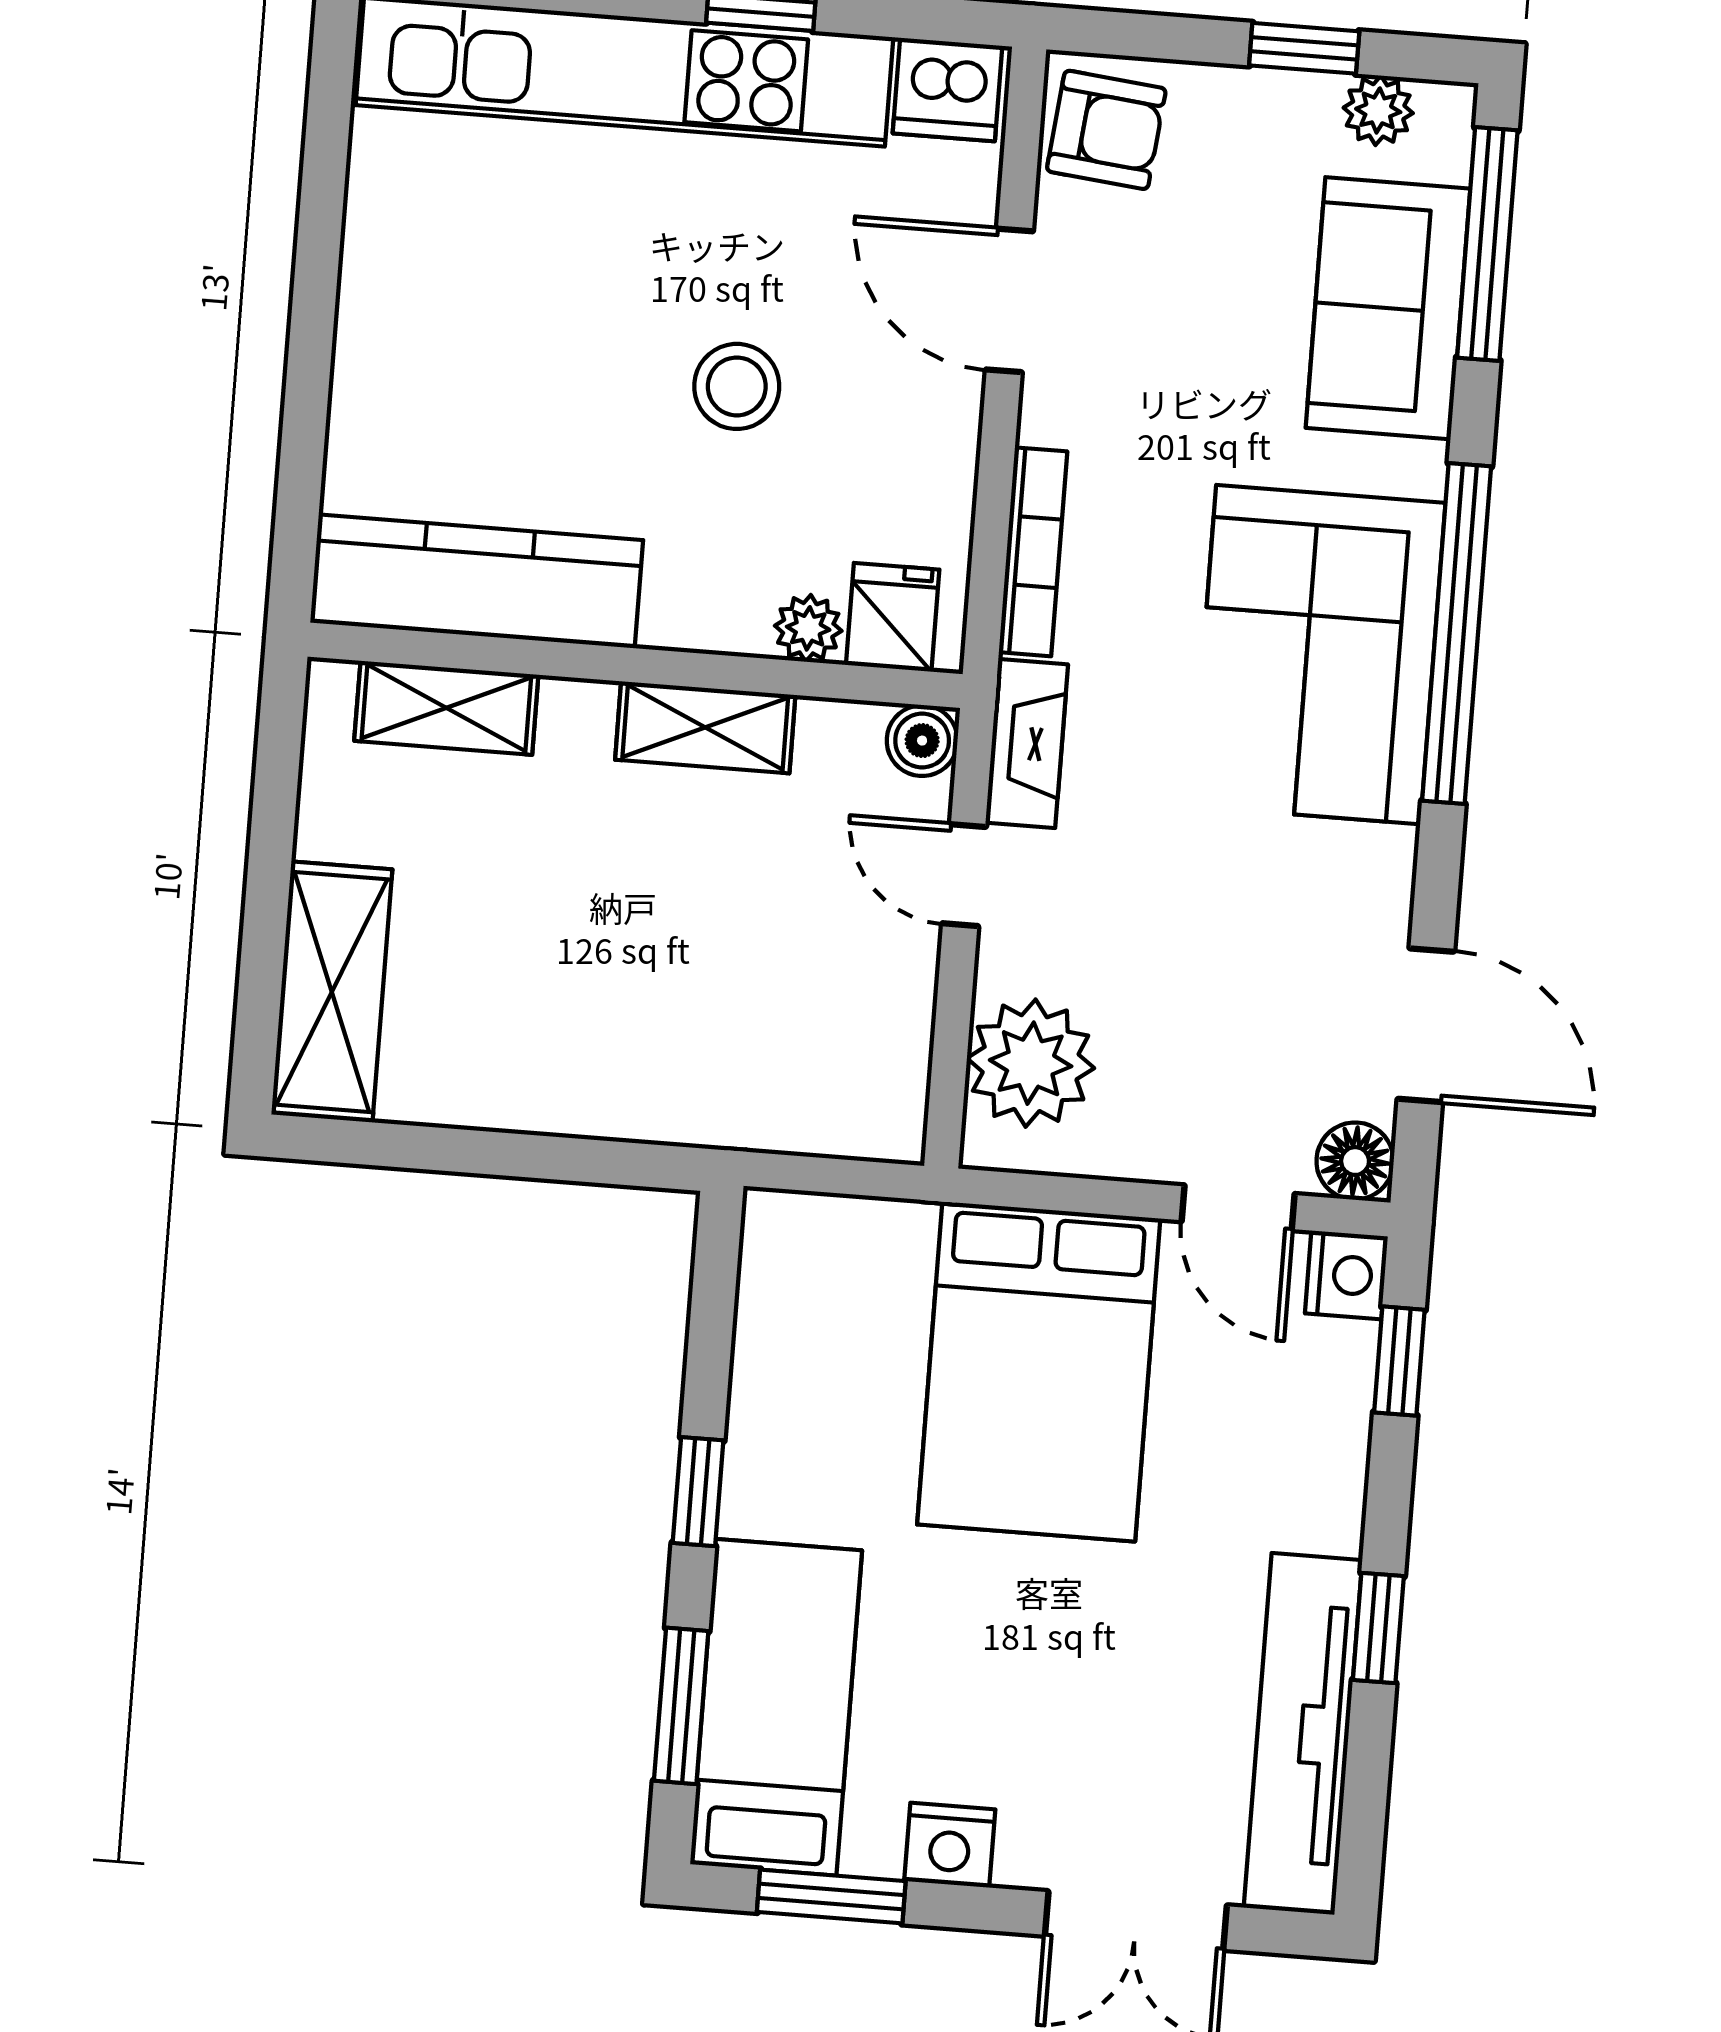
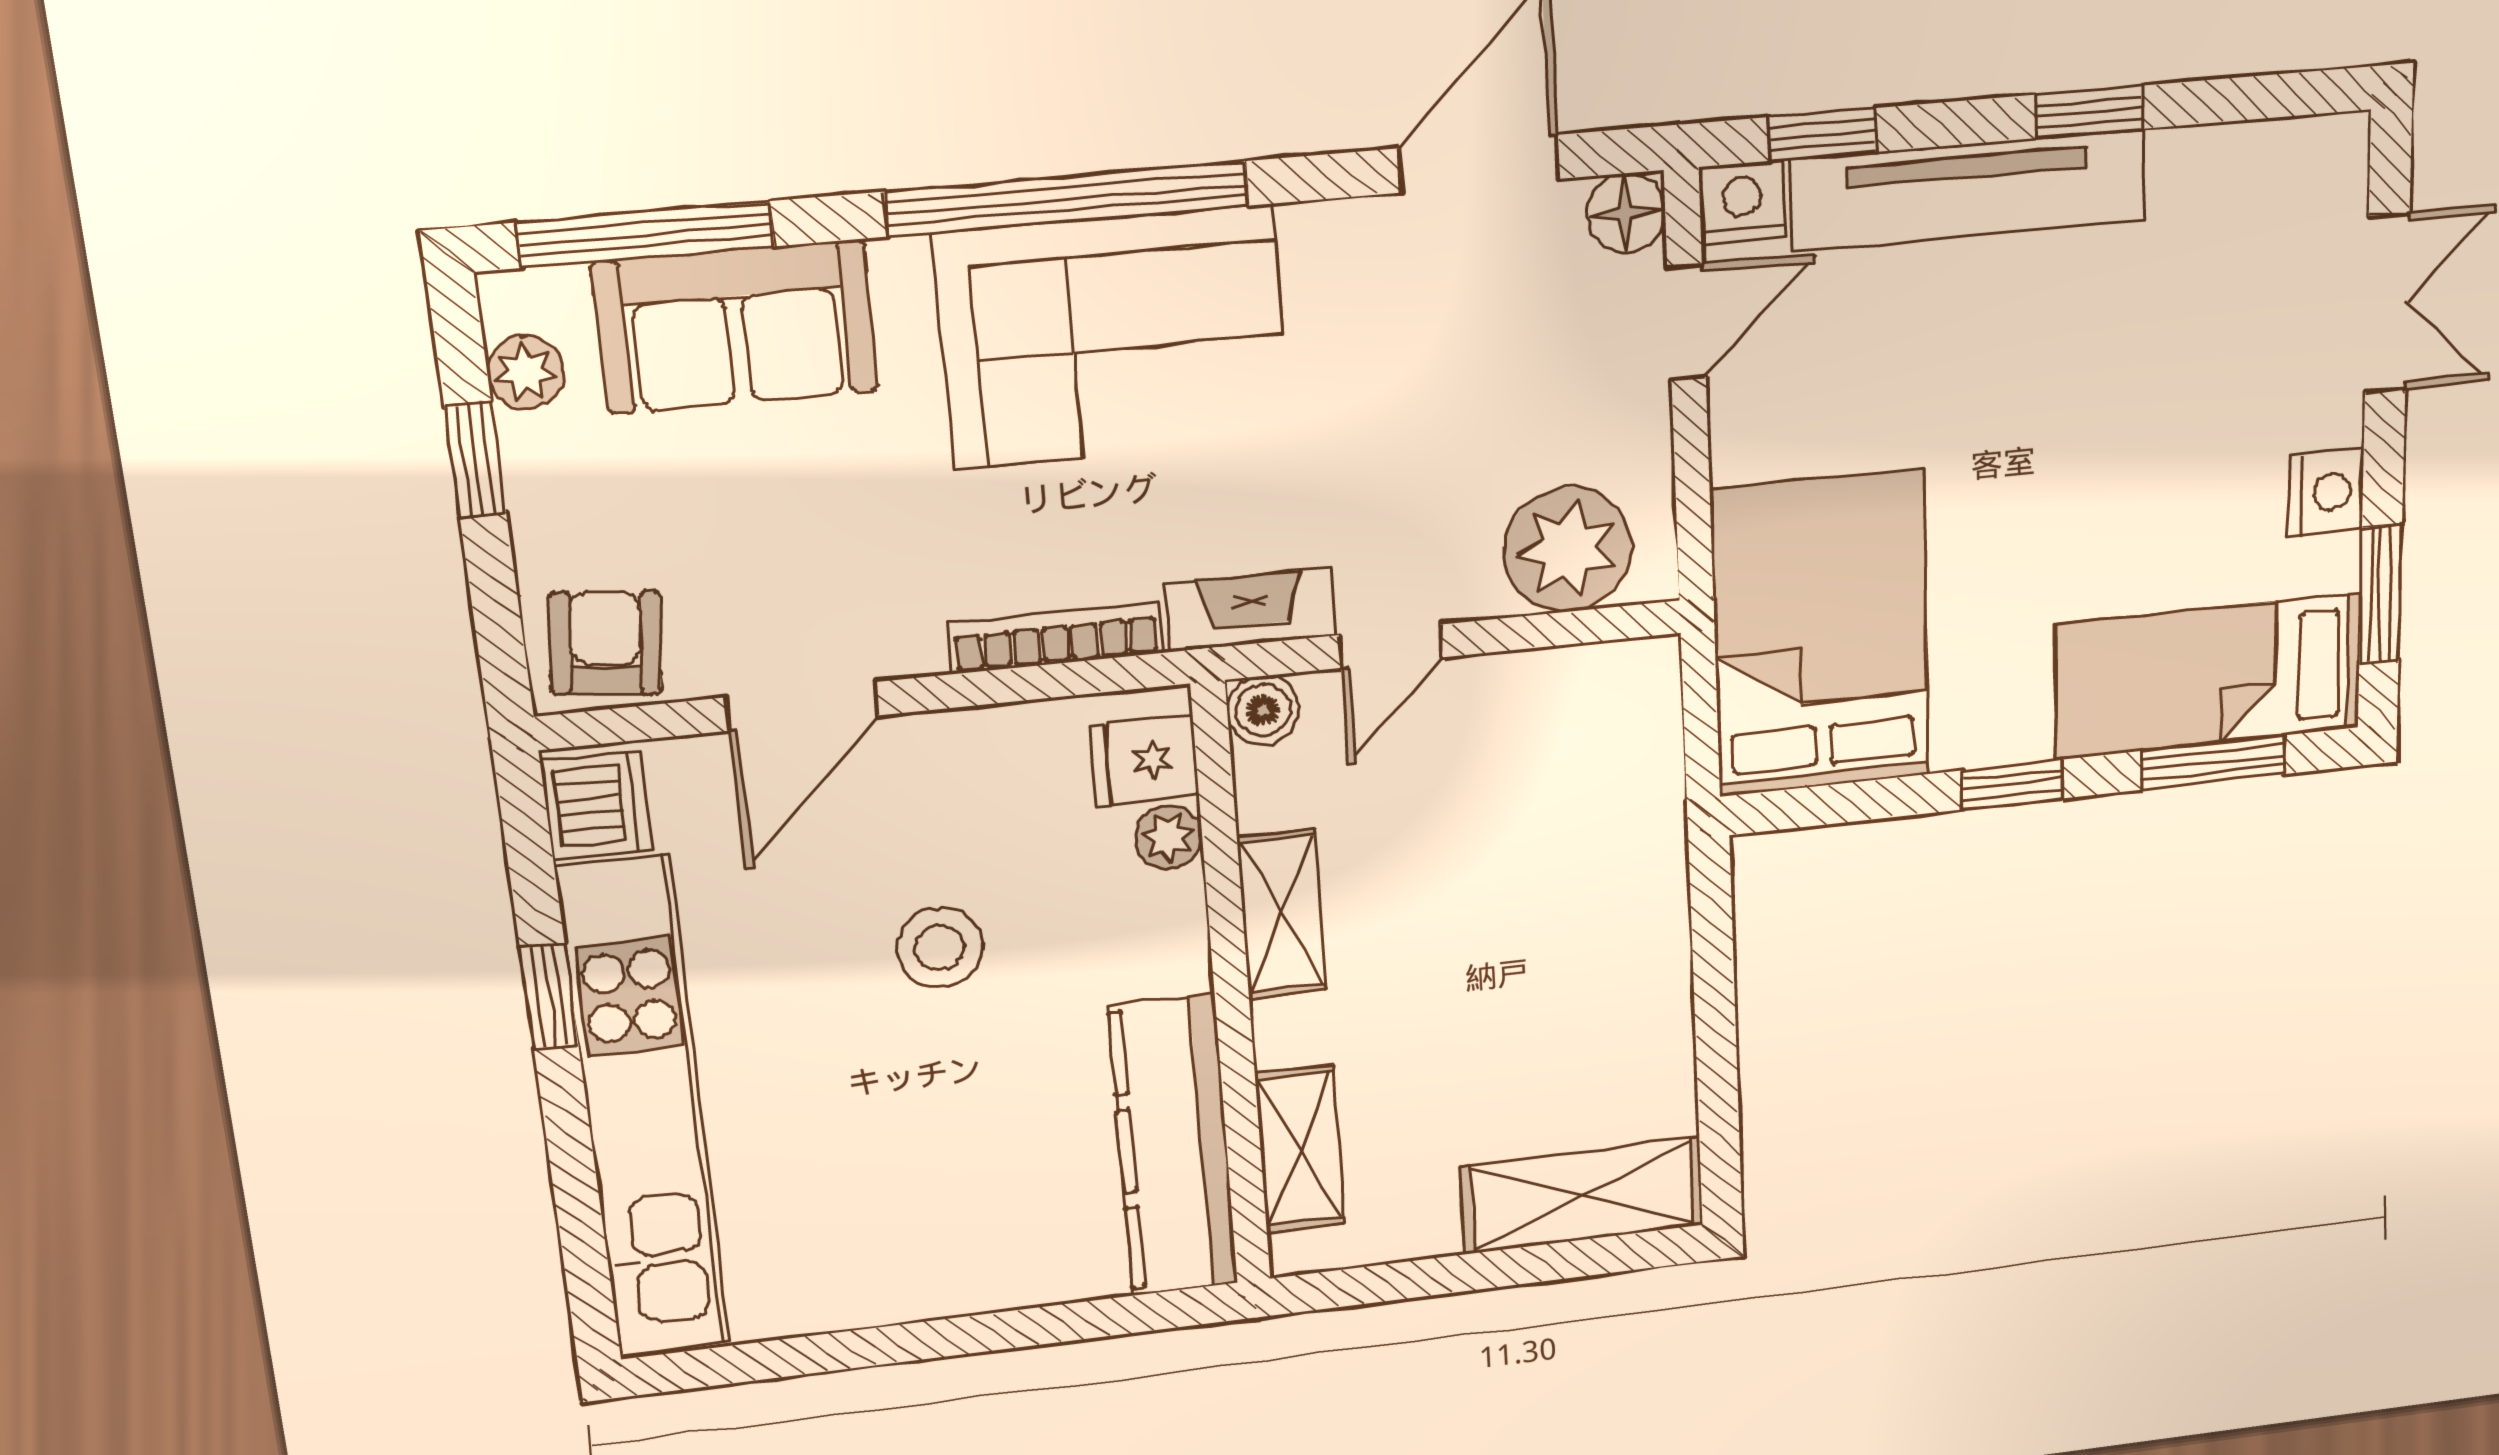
bed: (1039, 1372) -> (1821, 634), moved, turned -90
tv unit: (1303, 1734) -> (1968, 190), moved

